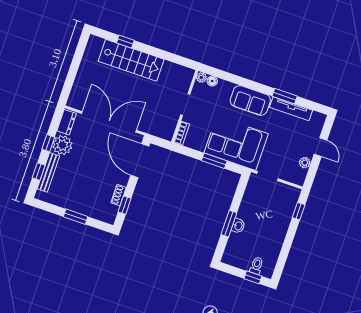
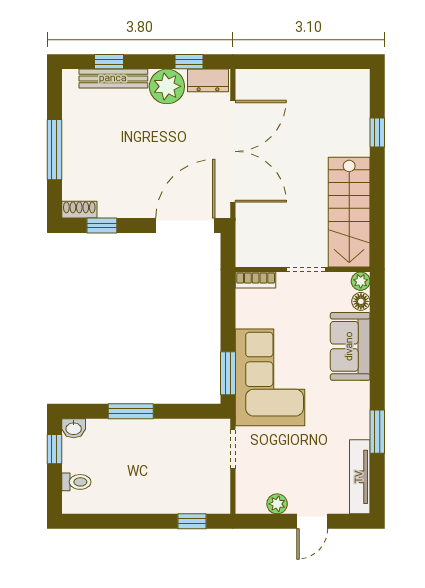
stairs: (131, 60) -> (349, 212), moved
sofa: (250, 100) -> (350, 346), moved
tv unit: (291, 109) -> (360, 477), moved
window: (48, 143) -> (189, 62), moved
window: (214, 161) -> (228, 373), moved
shoe rack: (119, 195) -> (79, 210), moved
window: (76, 217) -> (54, 150), width x1.44
washbasin: (238, 226) -> (74, 428), moved
window: (253, 277) -> (54, 449), moved

